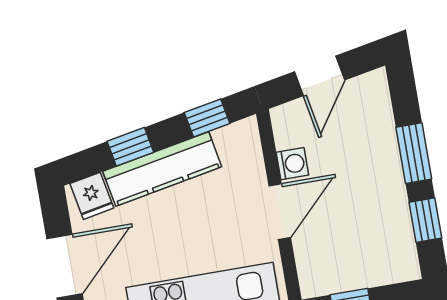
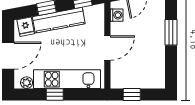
washing machine: (292, 164) -> (117, 15), moved
window: (425, 220) -> (171, 63), removed

